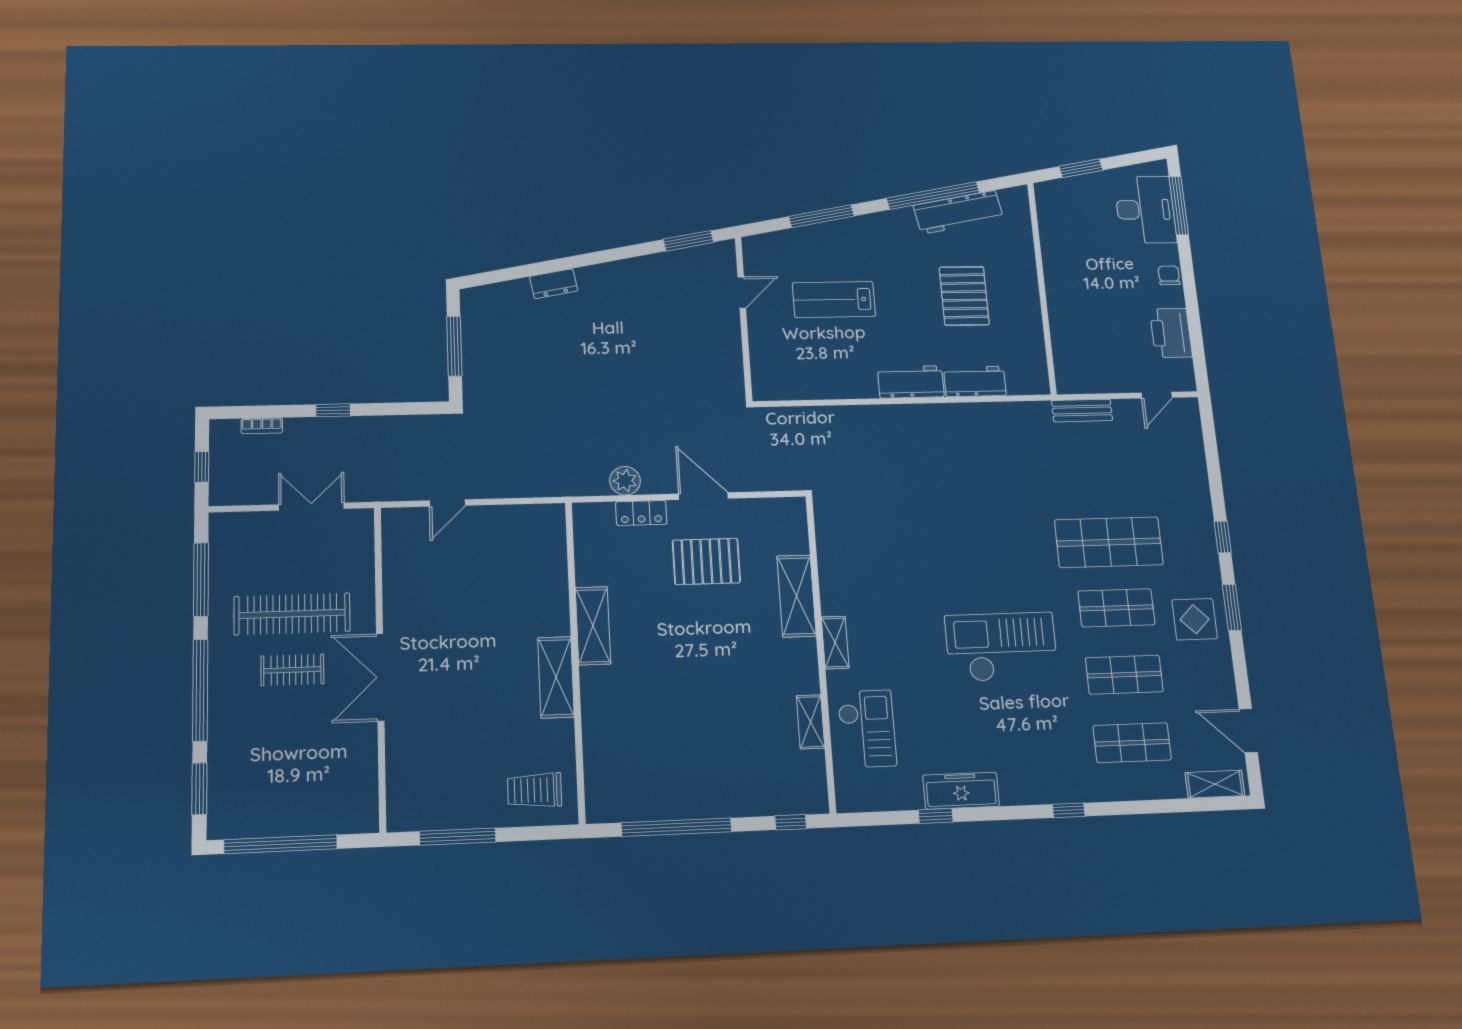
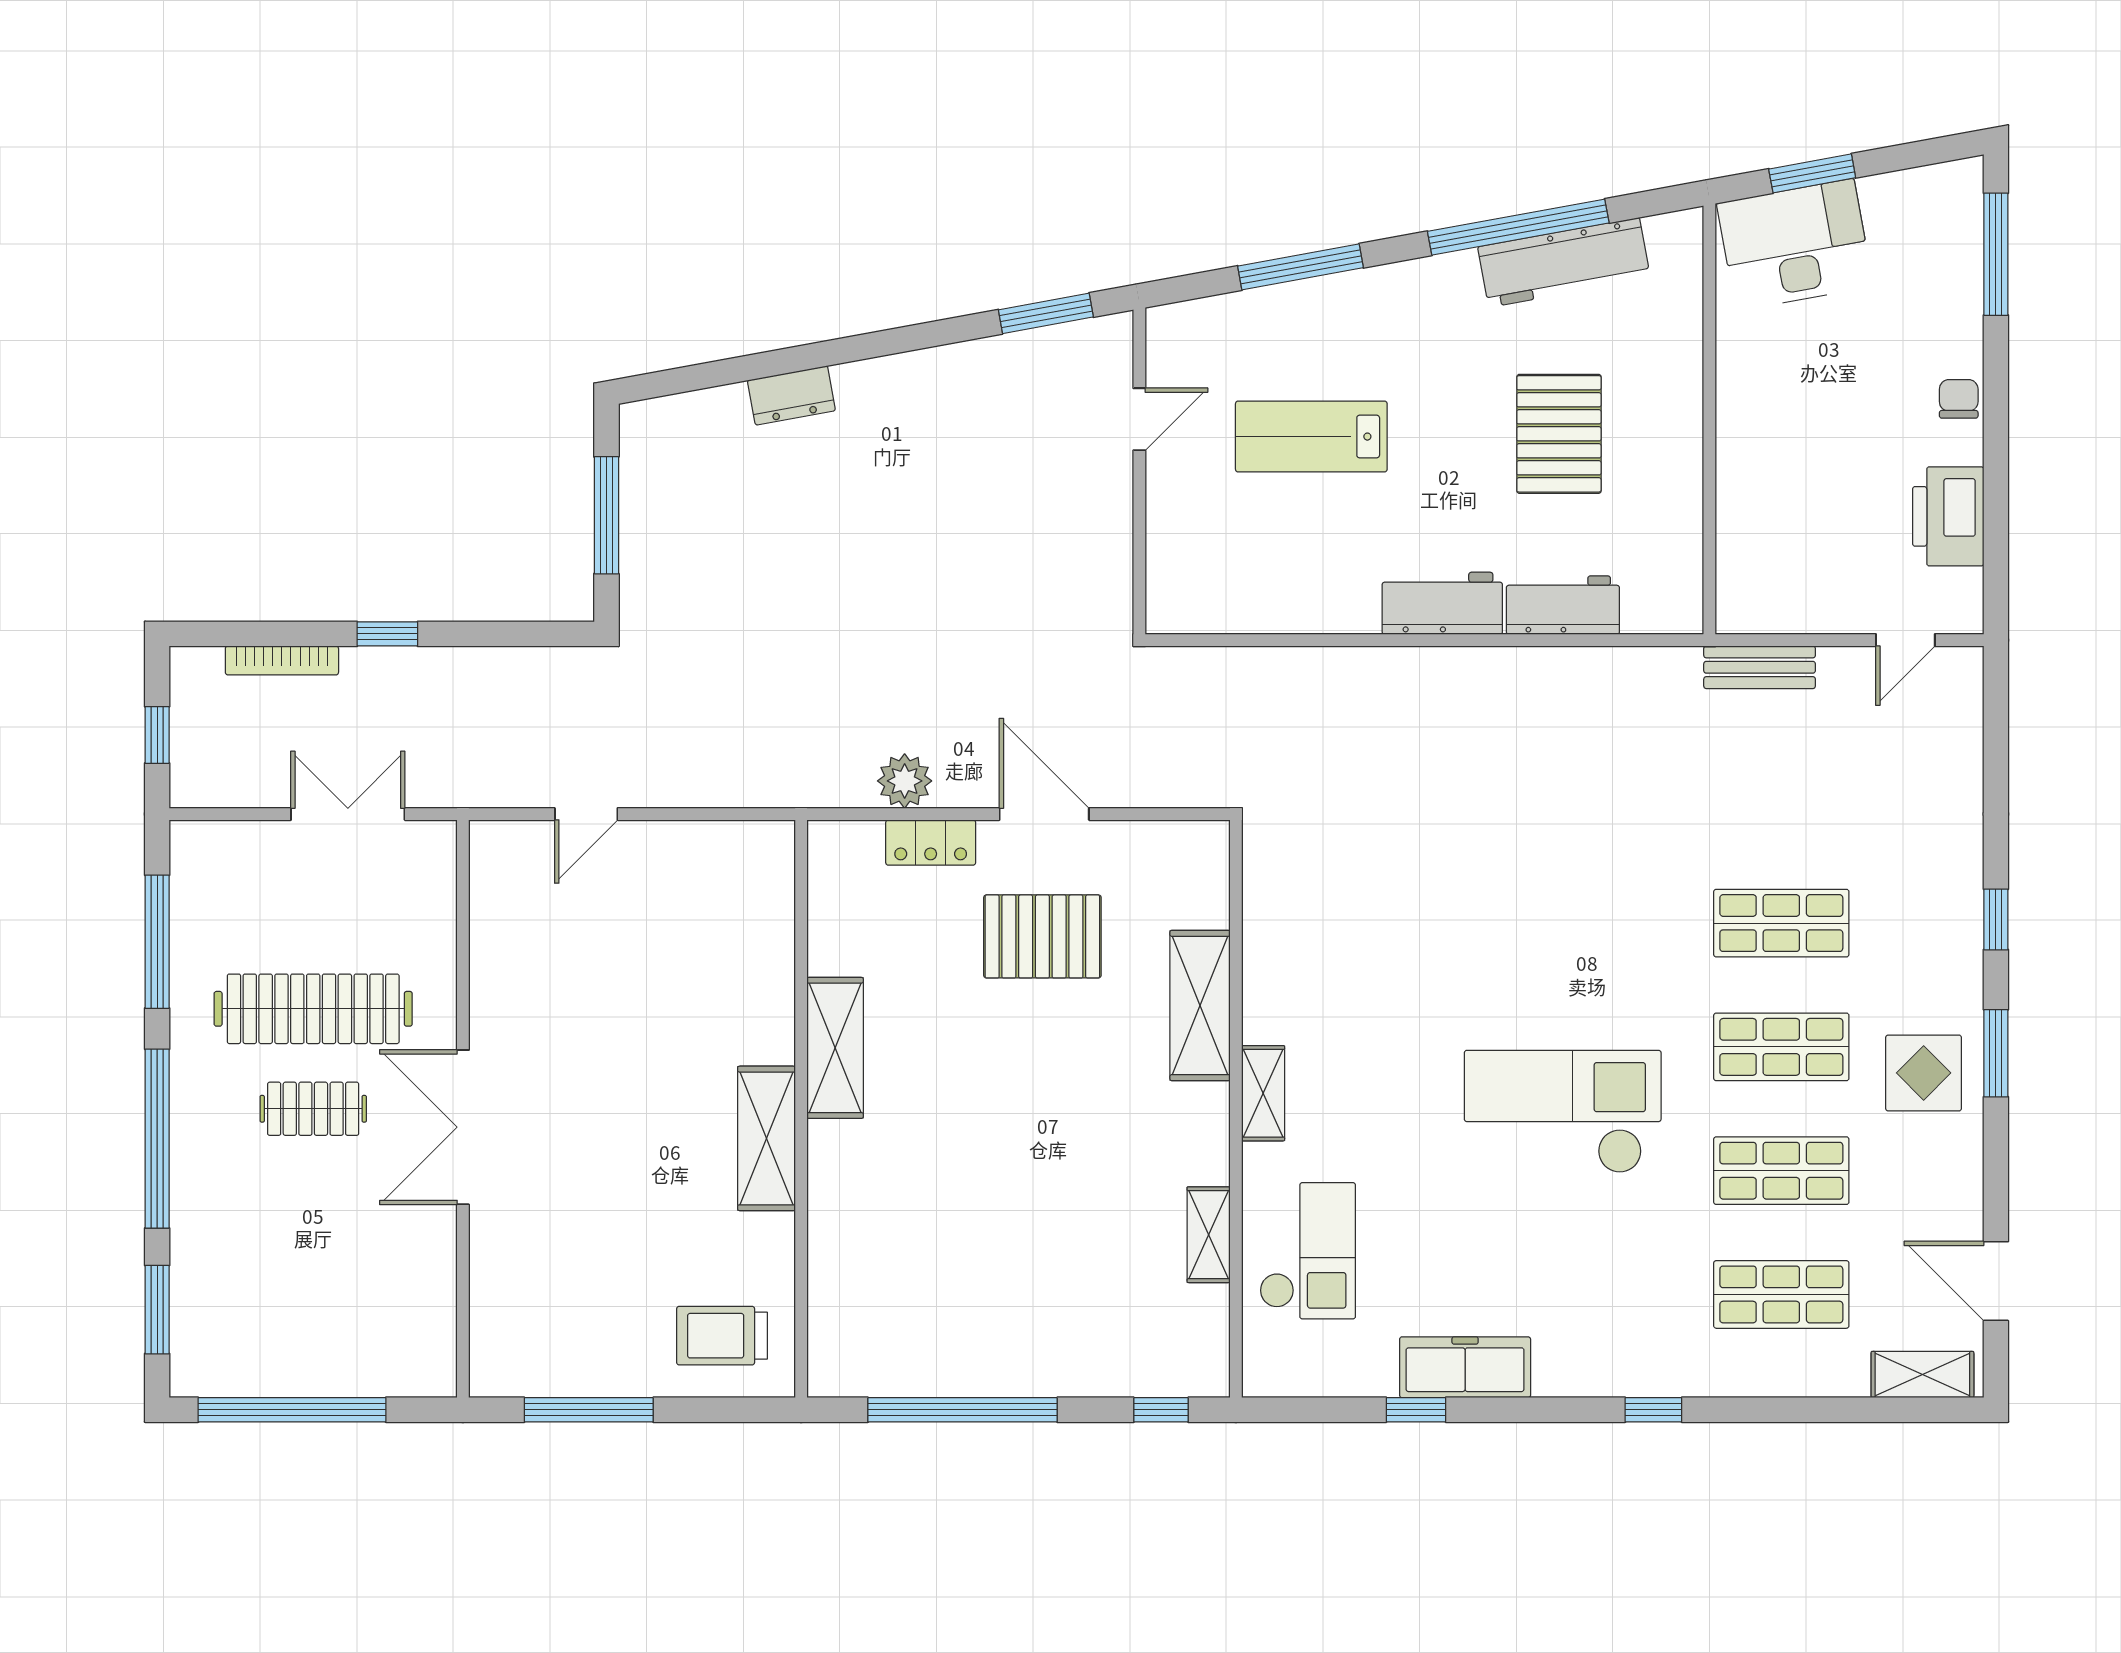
desk: (1145, 210) -> (1795, 245), moved, turned -100
bookcase: (262, 426) -> (282, 660), width x1.56
shop shelf: (1109, 542) -> (1781, 923), width x0.70, depth x0.74

